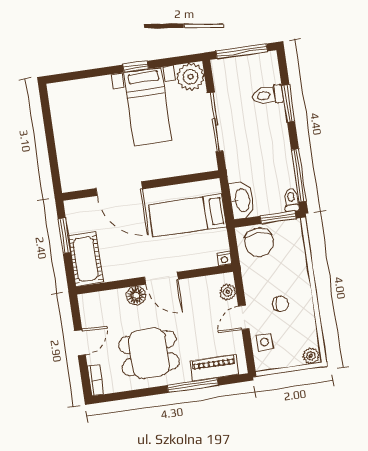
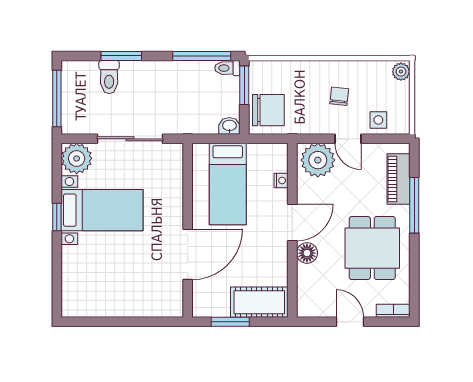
washbasin: (242, 200) -> (229, 126), width x0.52, depth x0.69
nightstand: (224, 259) -> (281, 180), moved
plant: (228, 292) -> (318, 160), width x1.87, depth x1.87

